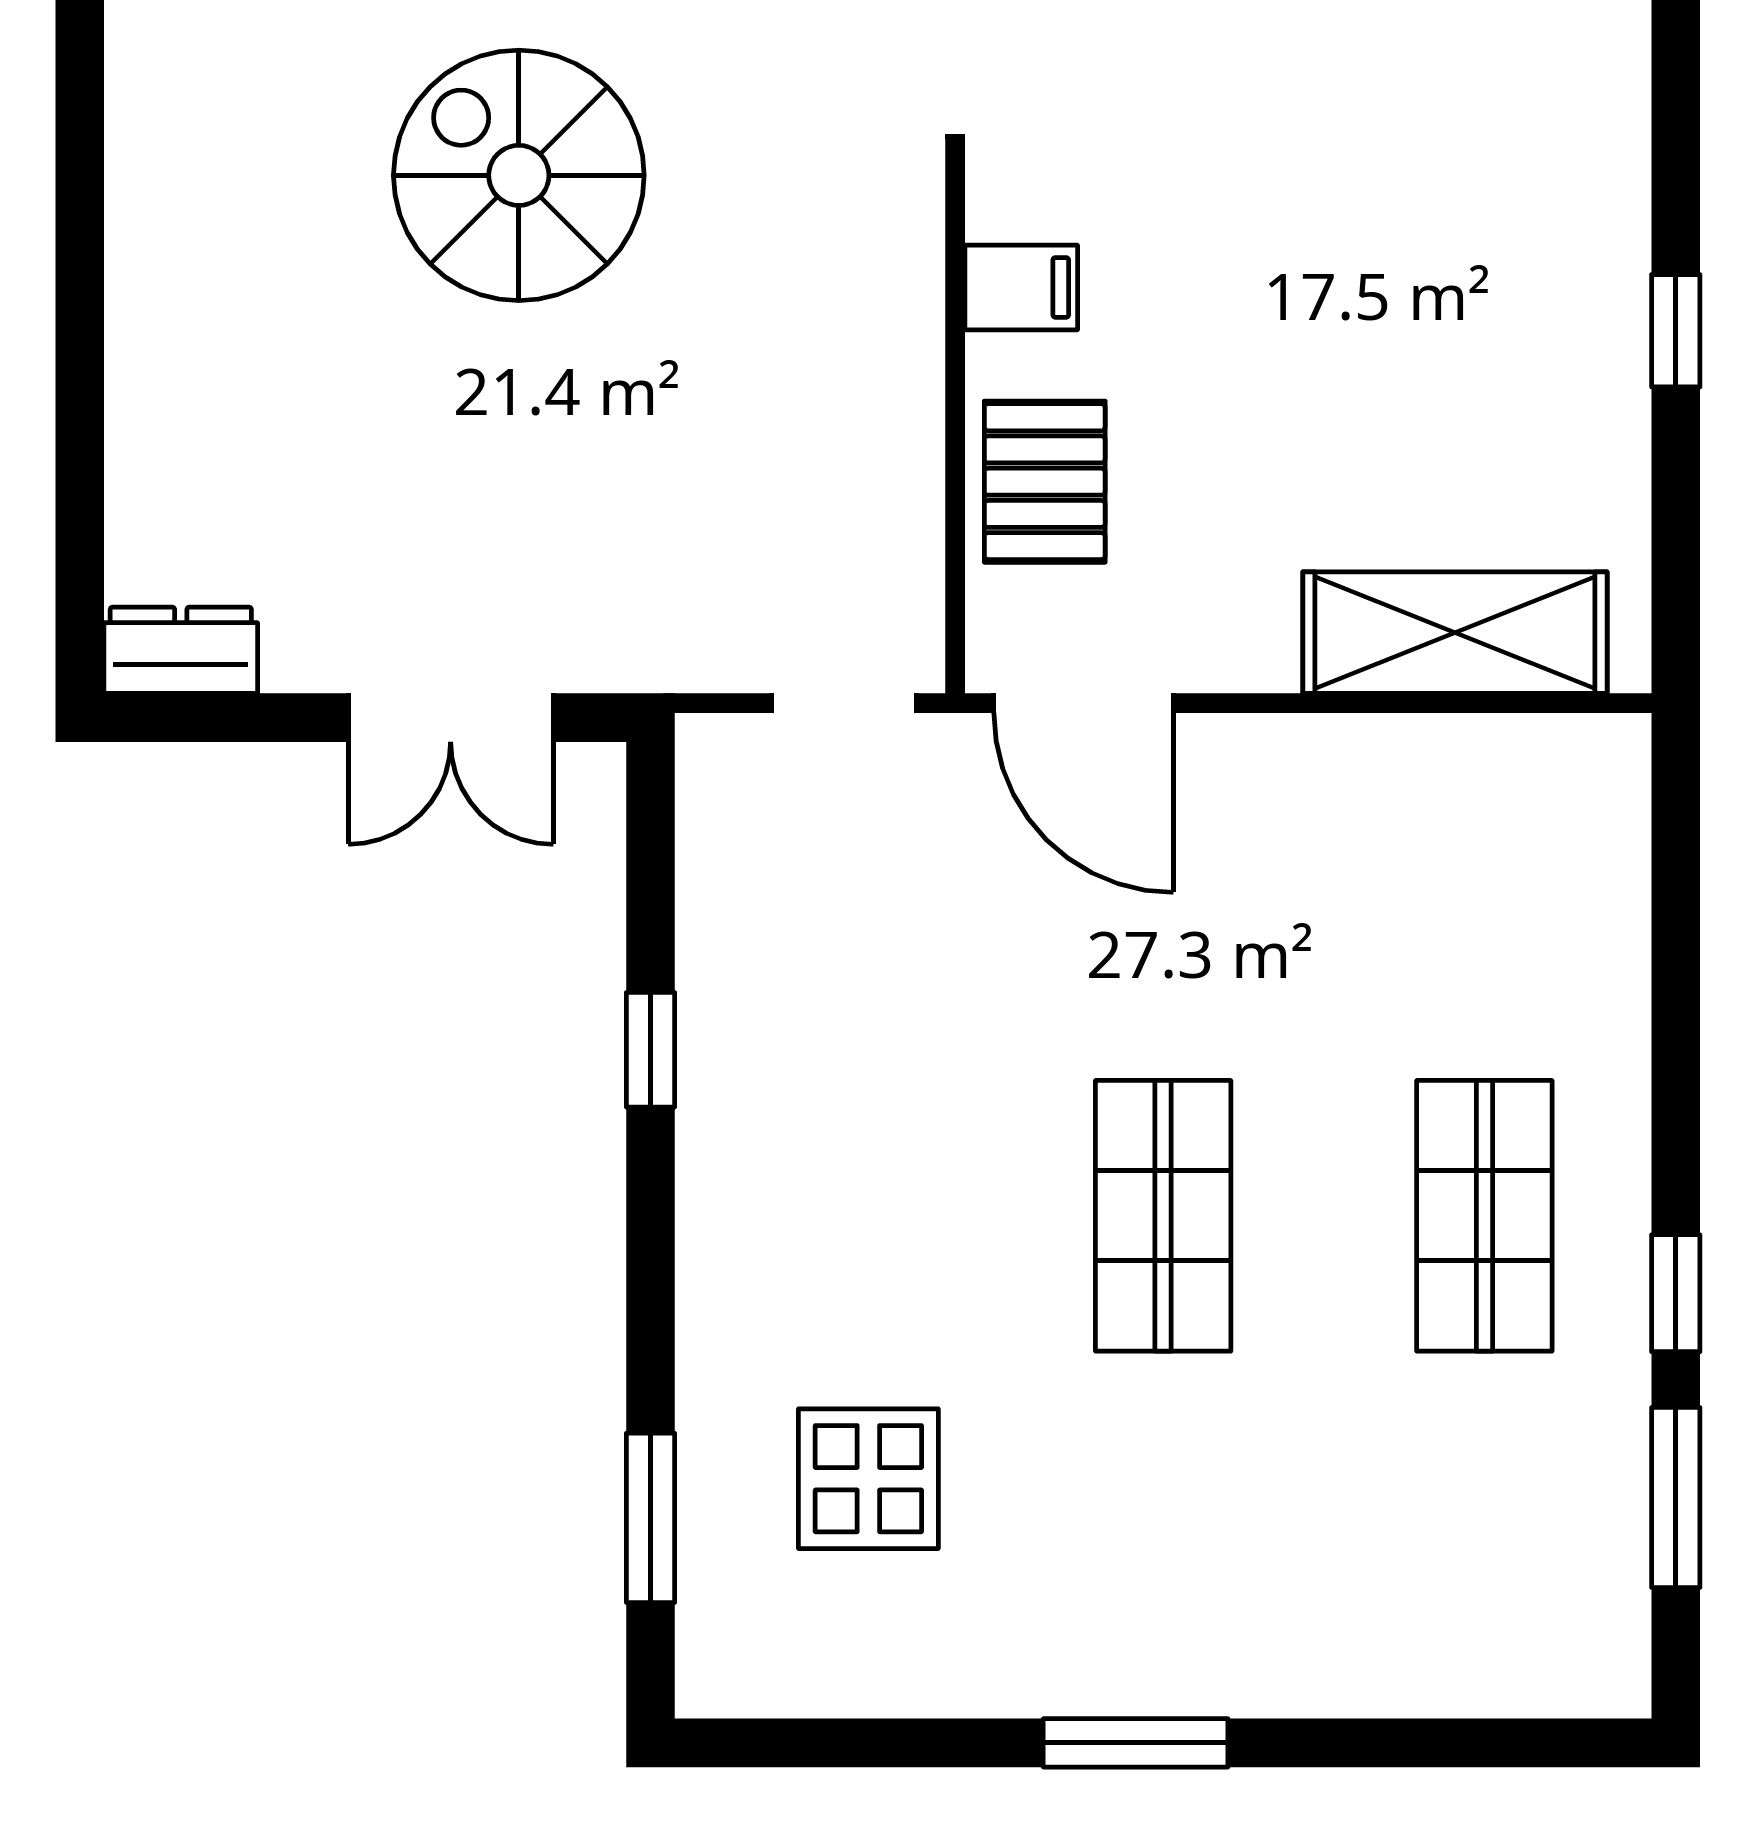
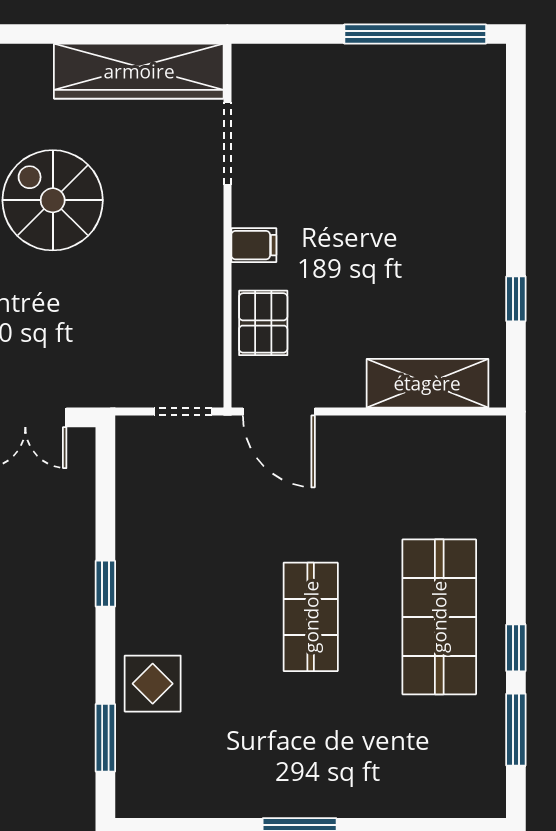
window: (1676, 331) -> (516, 299), moved
window: (650, 1050) -> (105, 584), moved
shop shelf: (1484, 1216) -> (439, 617), width x1.43, depth x1.36
display table: (868, 1479) -> (153, 684), moved

